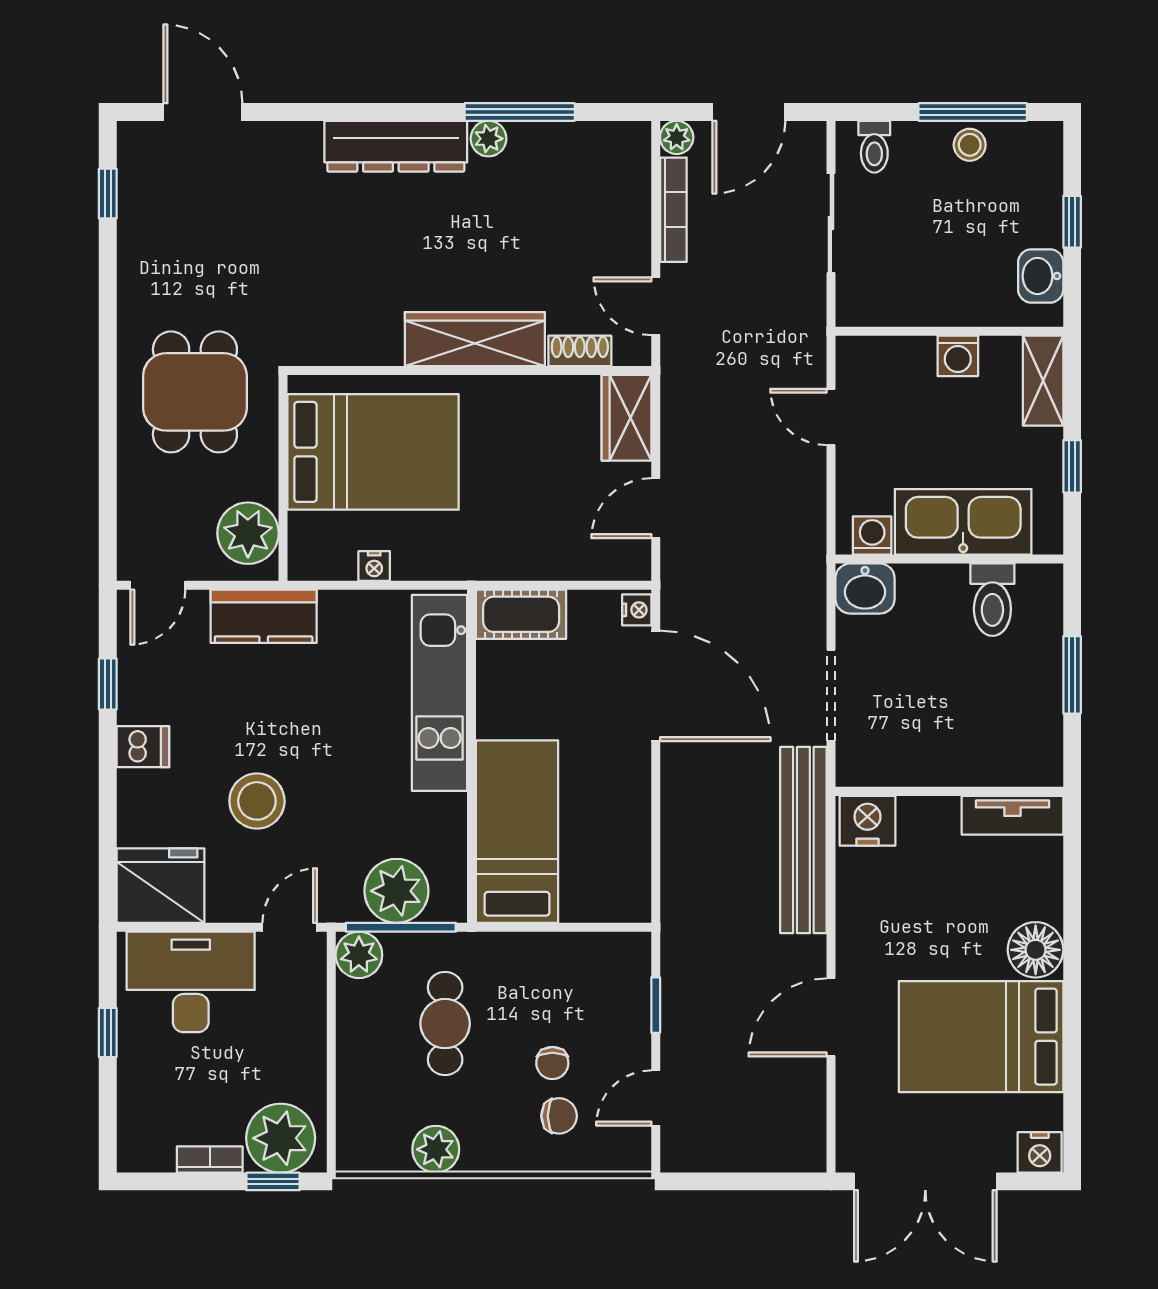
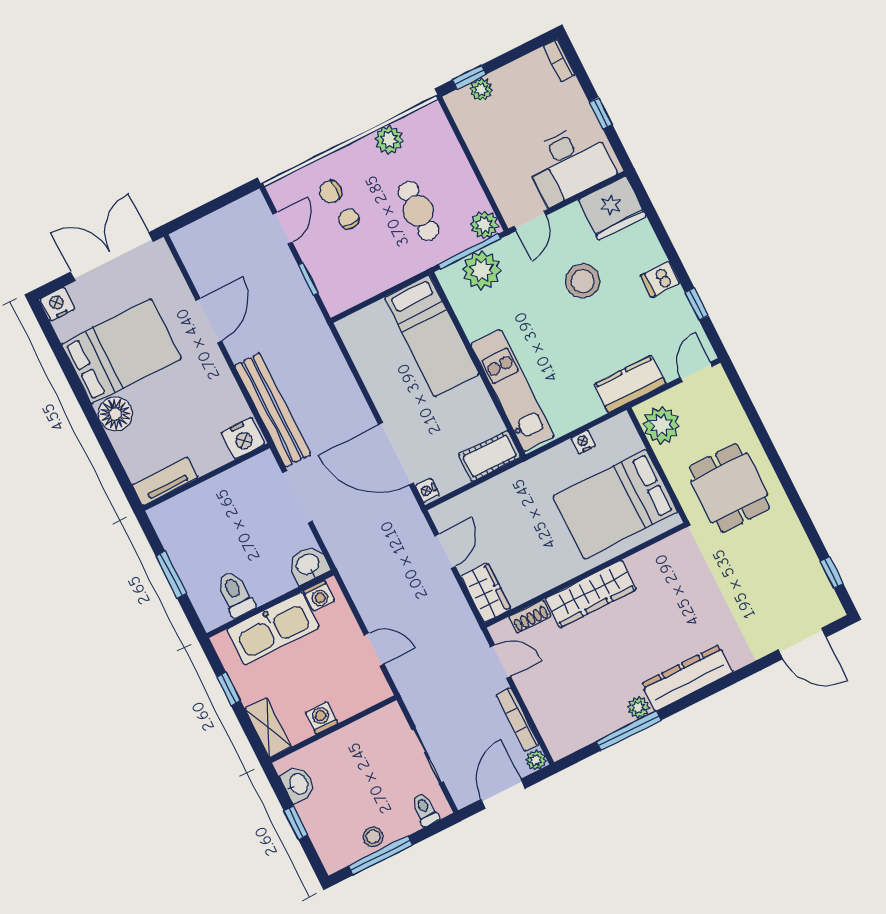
plant: (281, 1138) -> (481, 90), width x0.53, depth x0.53
bookcase: (210, 1160) -> (559, 60), moved, turned 90

